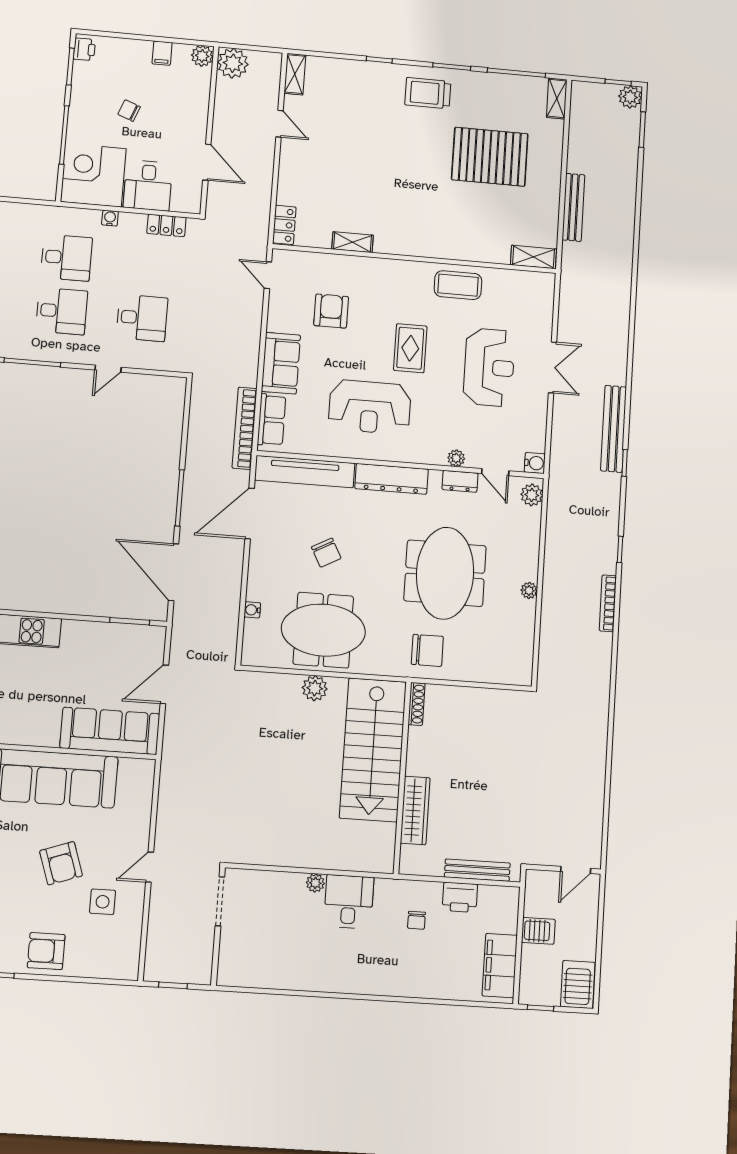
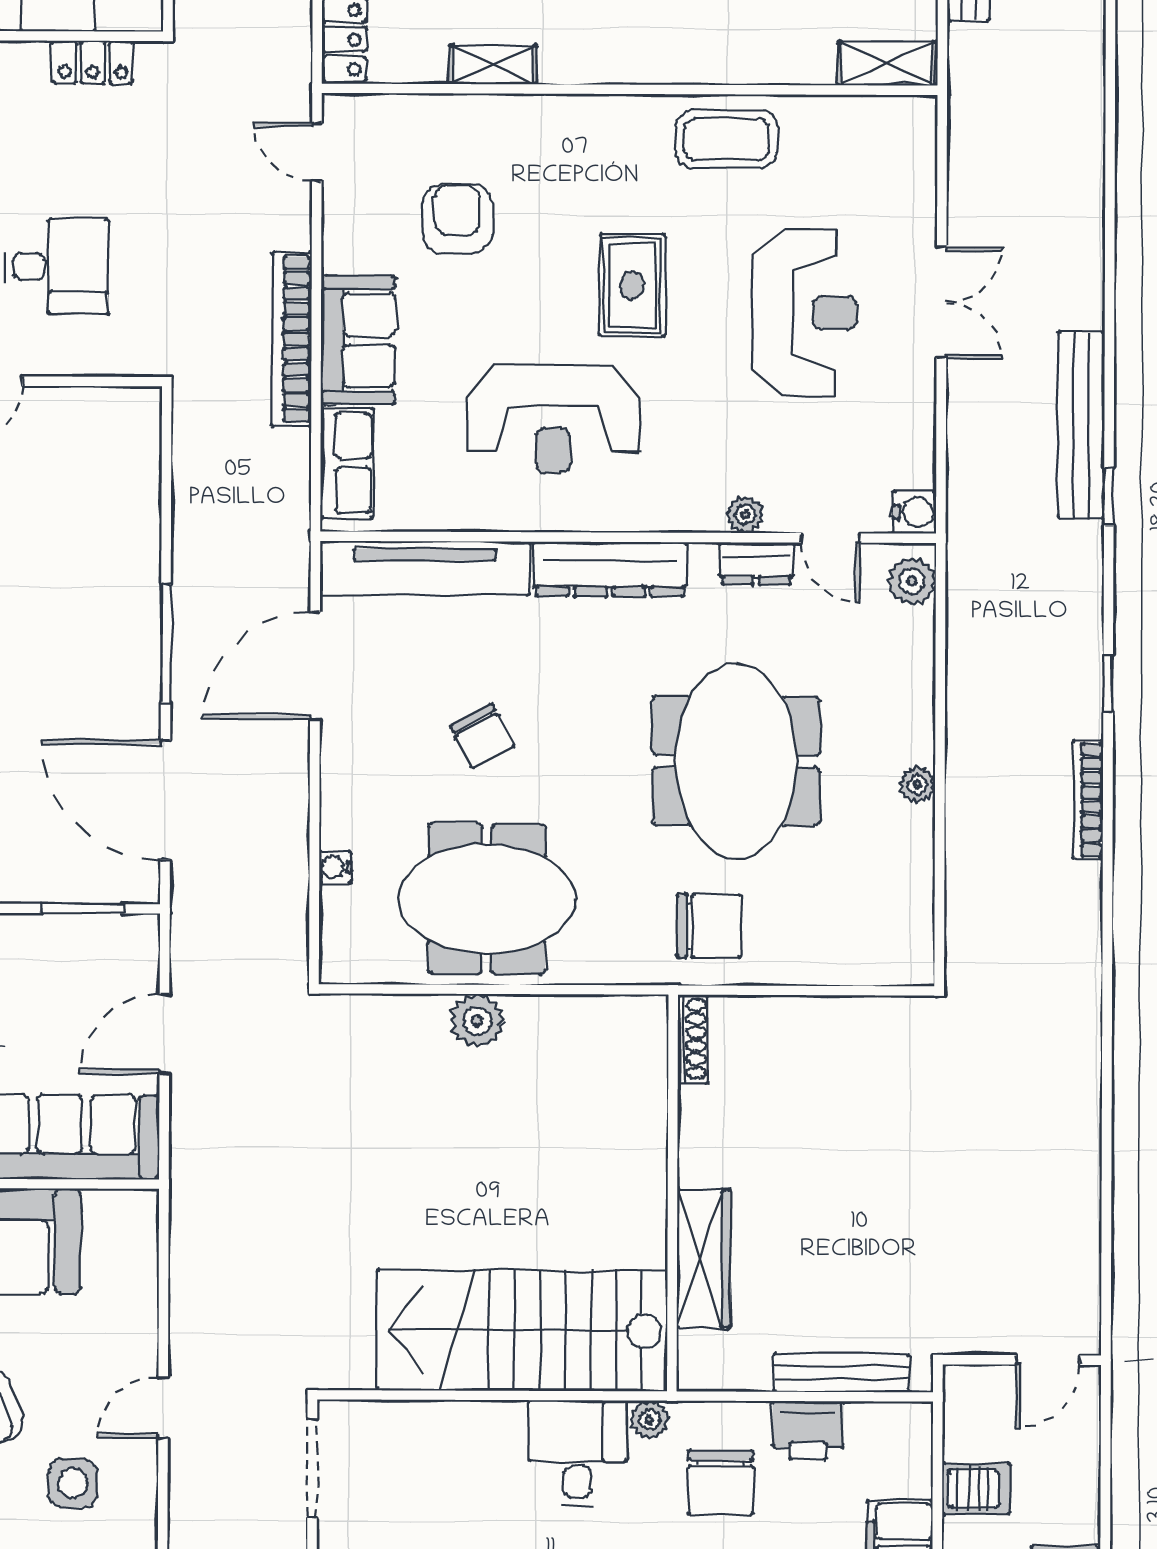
bookcase: (245, 428) -> (292, 339), moved
stairs: (373, 750) -> (522, 1330), moved, turned 90
plant: (315, 883) -> (649, 1420), moved
chair: (416, 920) -> (720, 1482), width x1.87, depth x1.87

